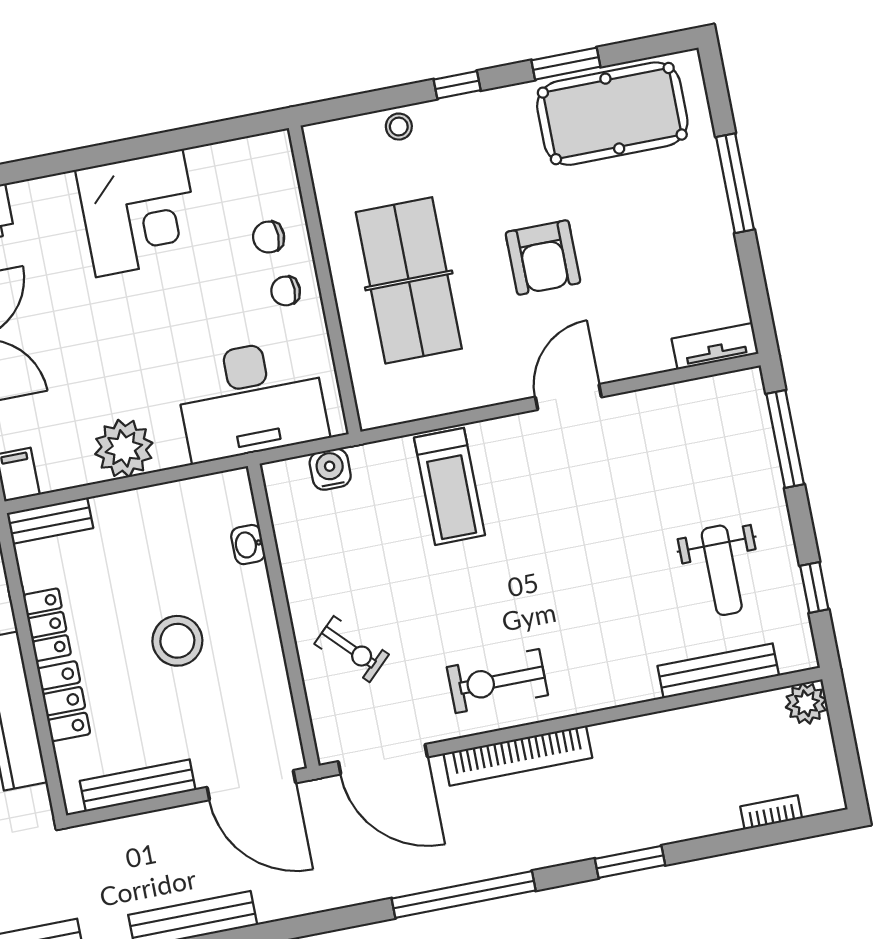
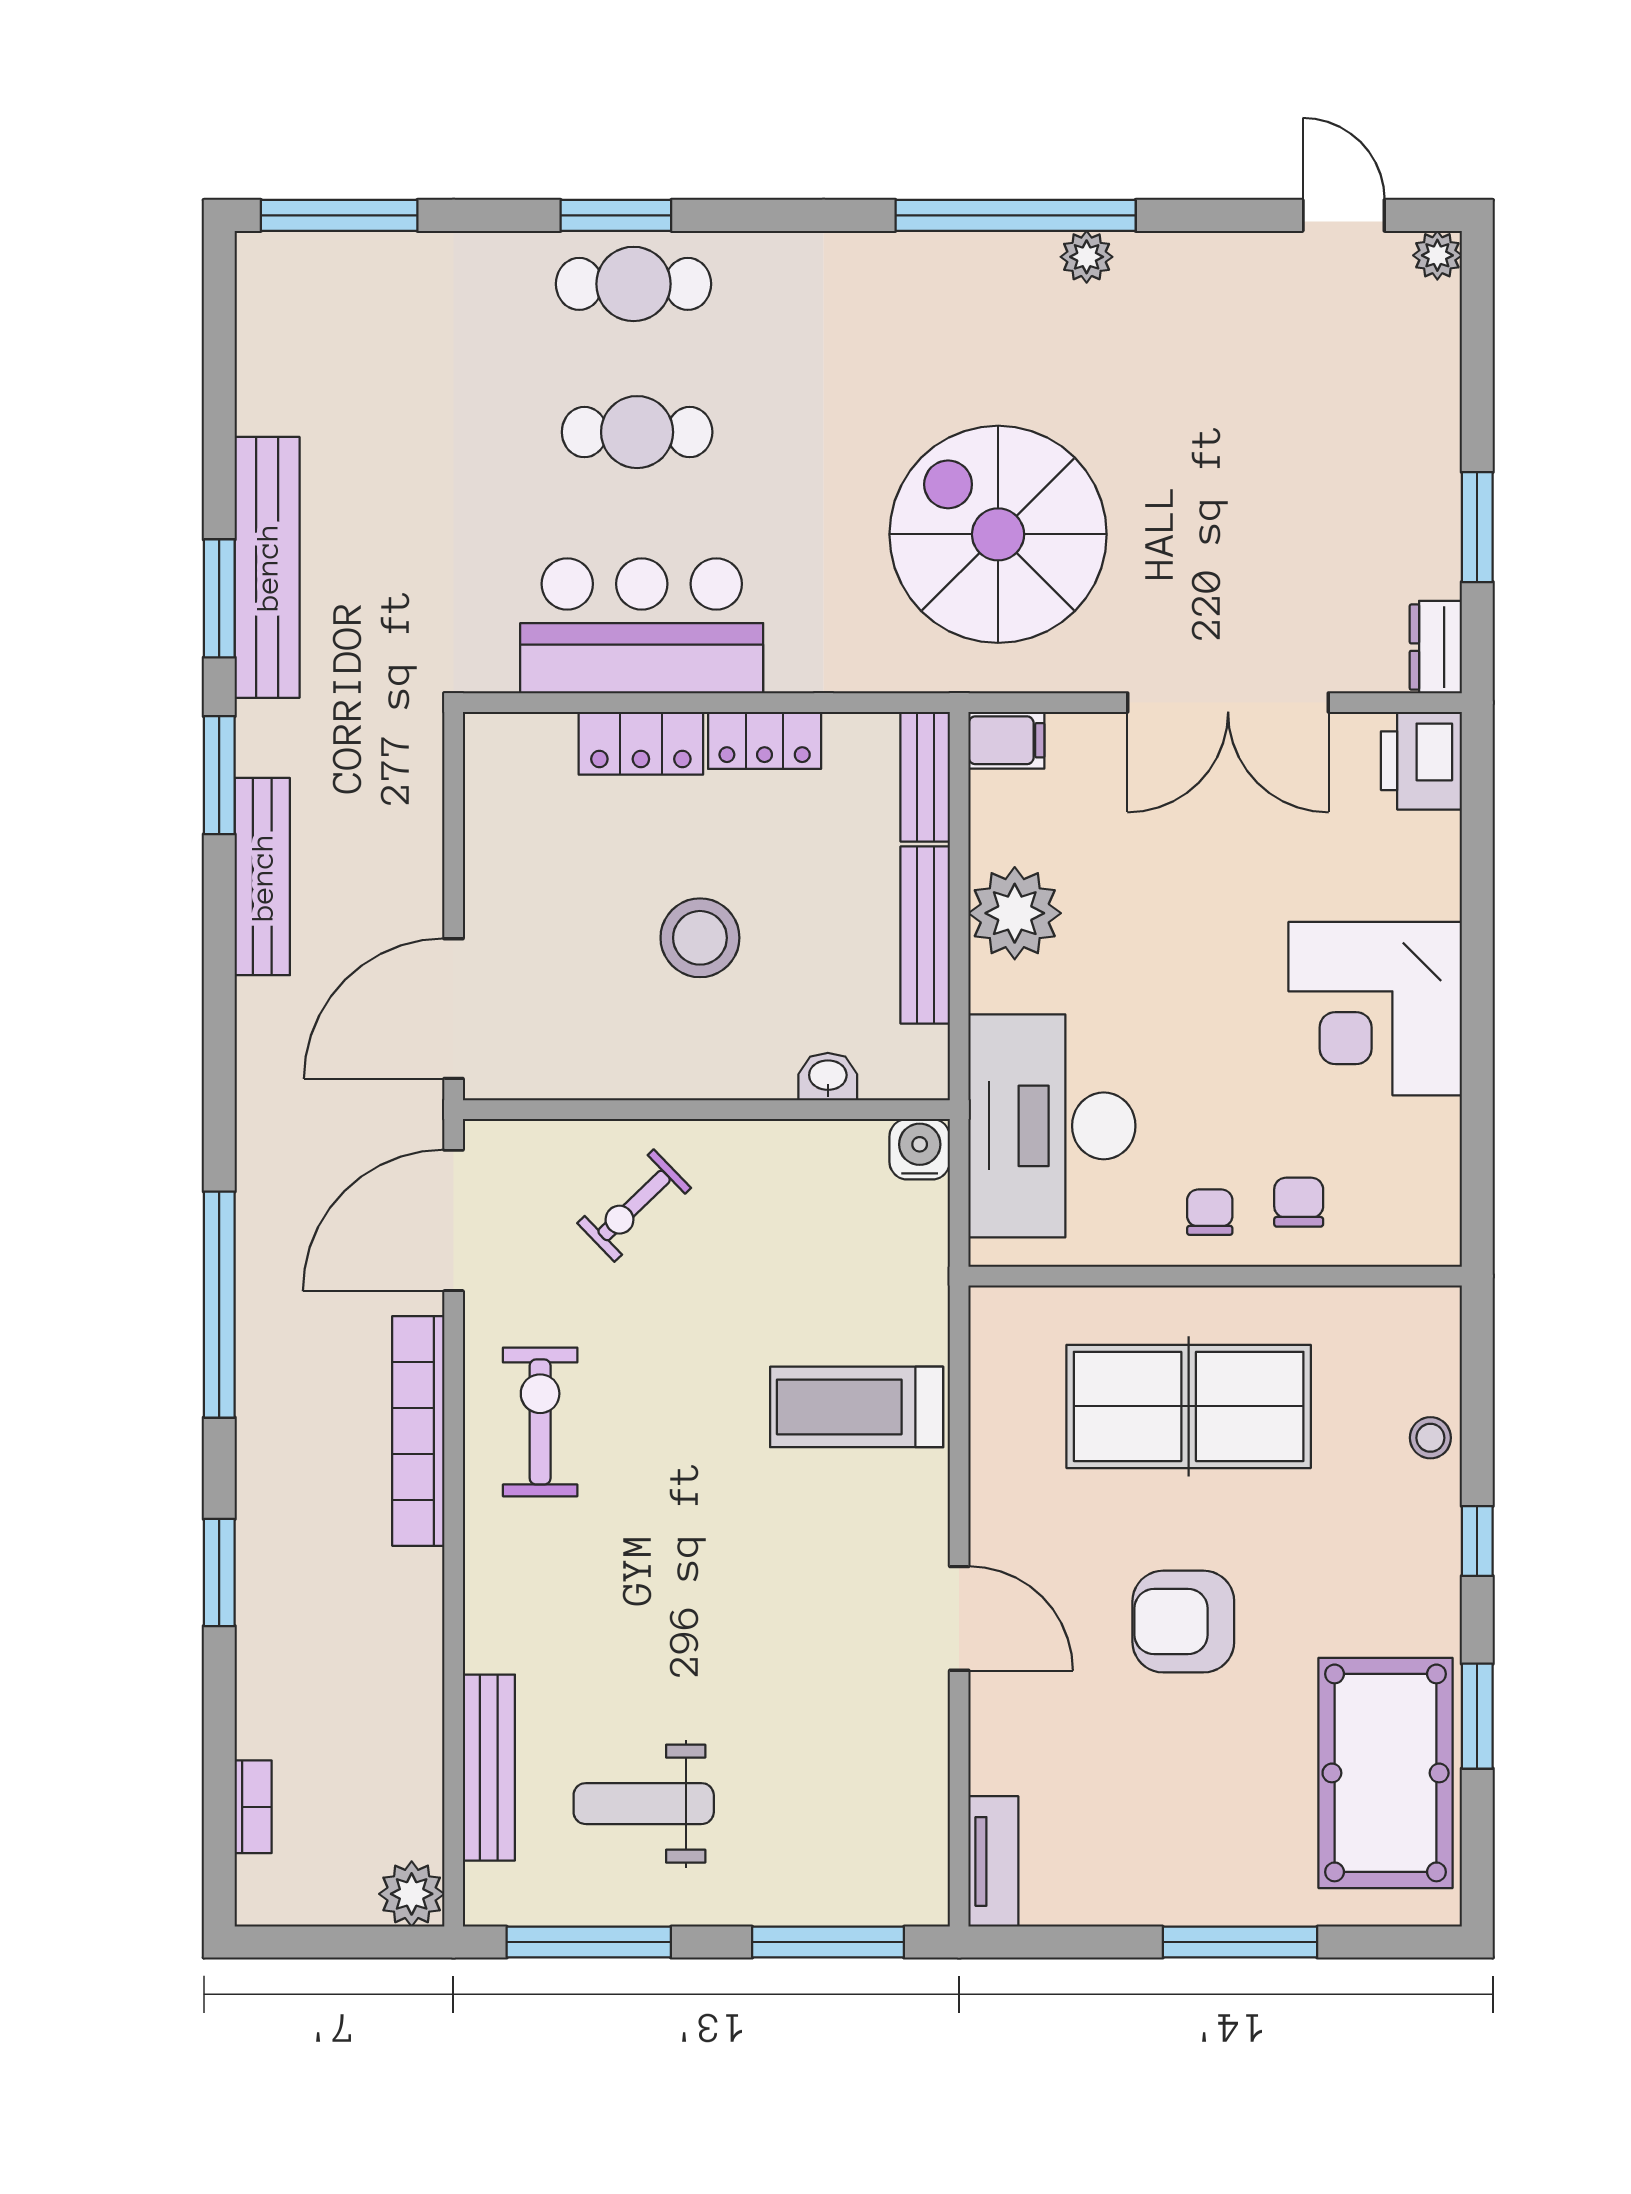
water cooler: (330, 469) -> (920, 1149), moved, turned -90
window: (814, 587) -> (589, 1942), width x2.17
bench: (138, 785) -> (925, 935), moved

